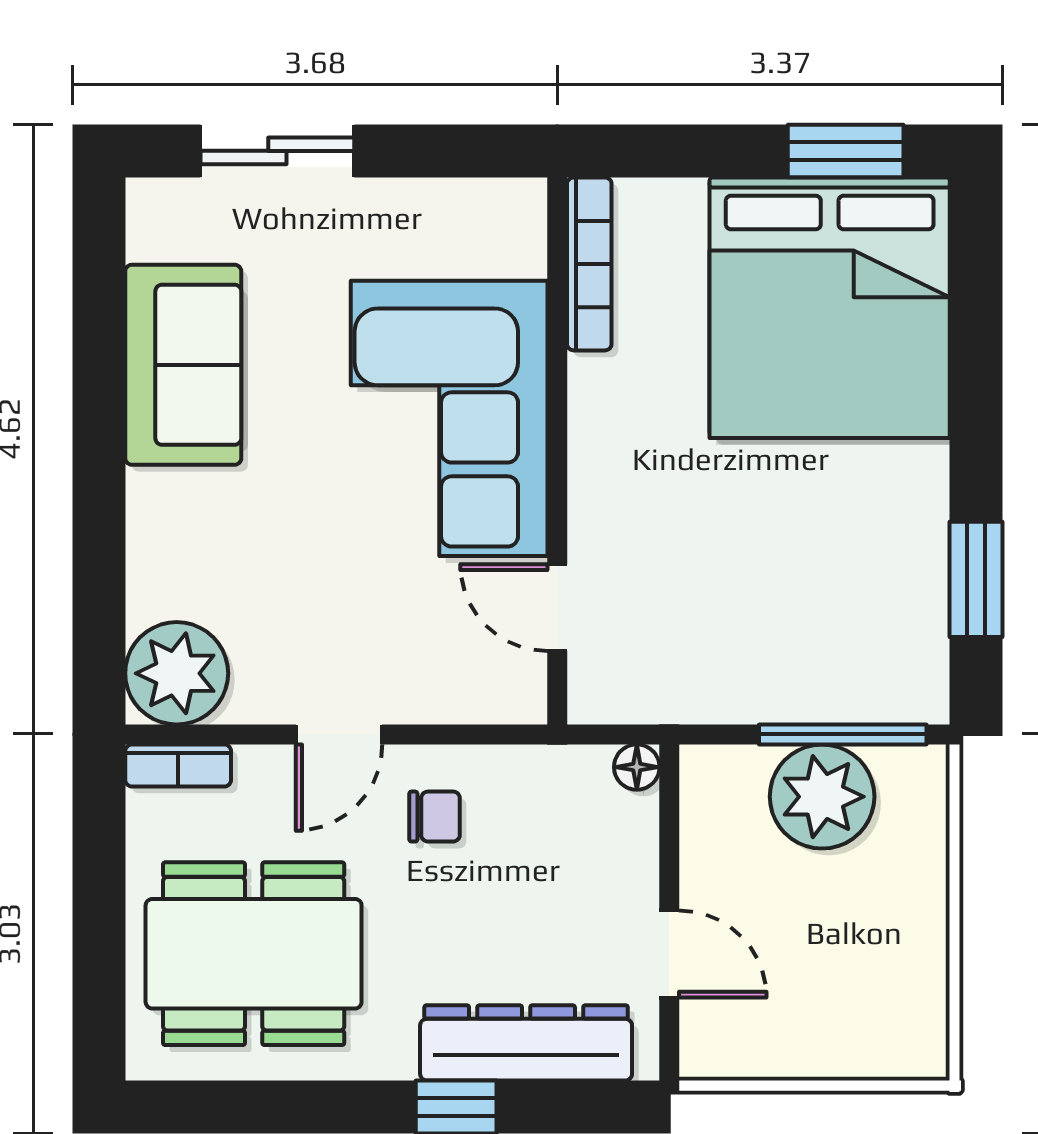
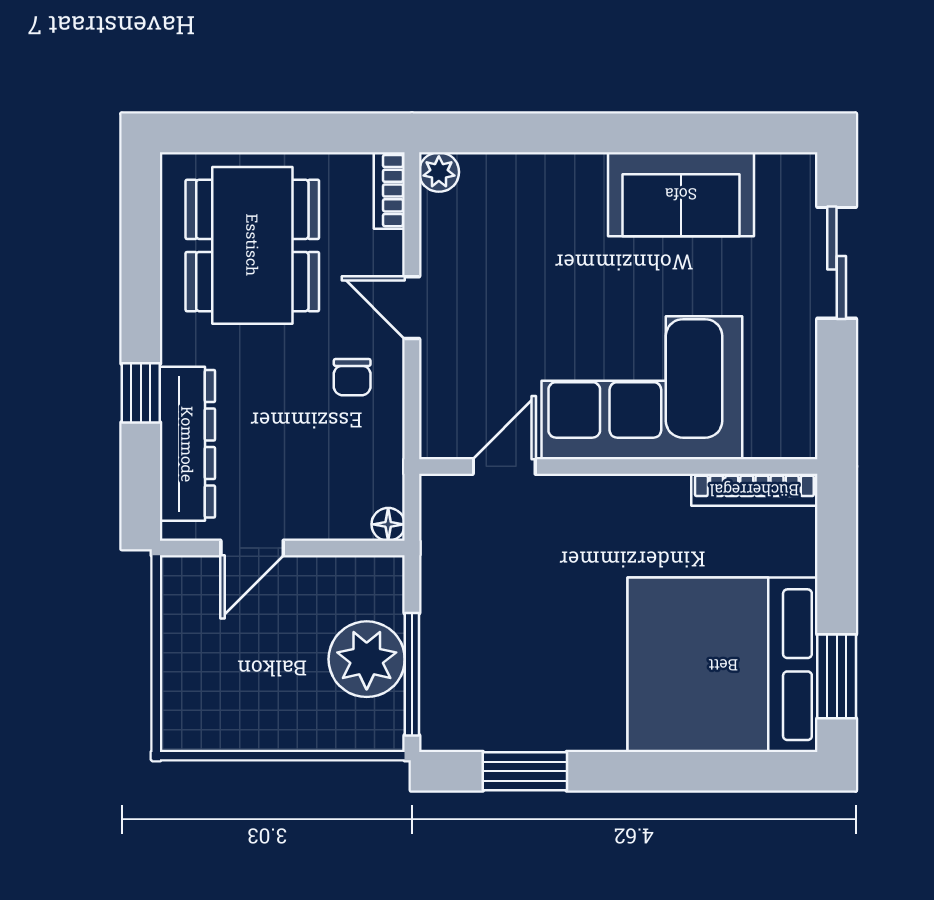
plant: (177, 673) -> (439, 172), width x0.53, depth x0.53

